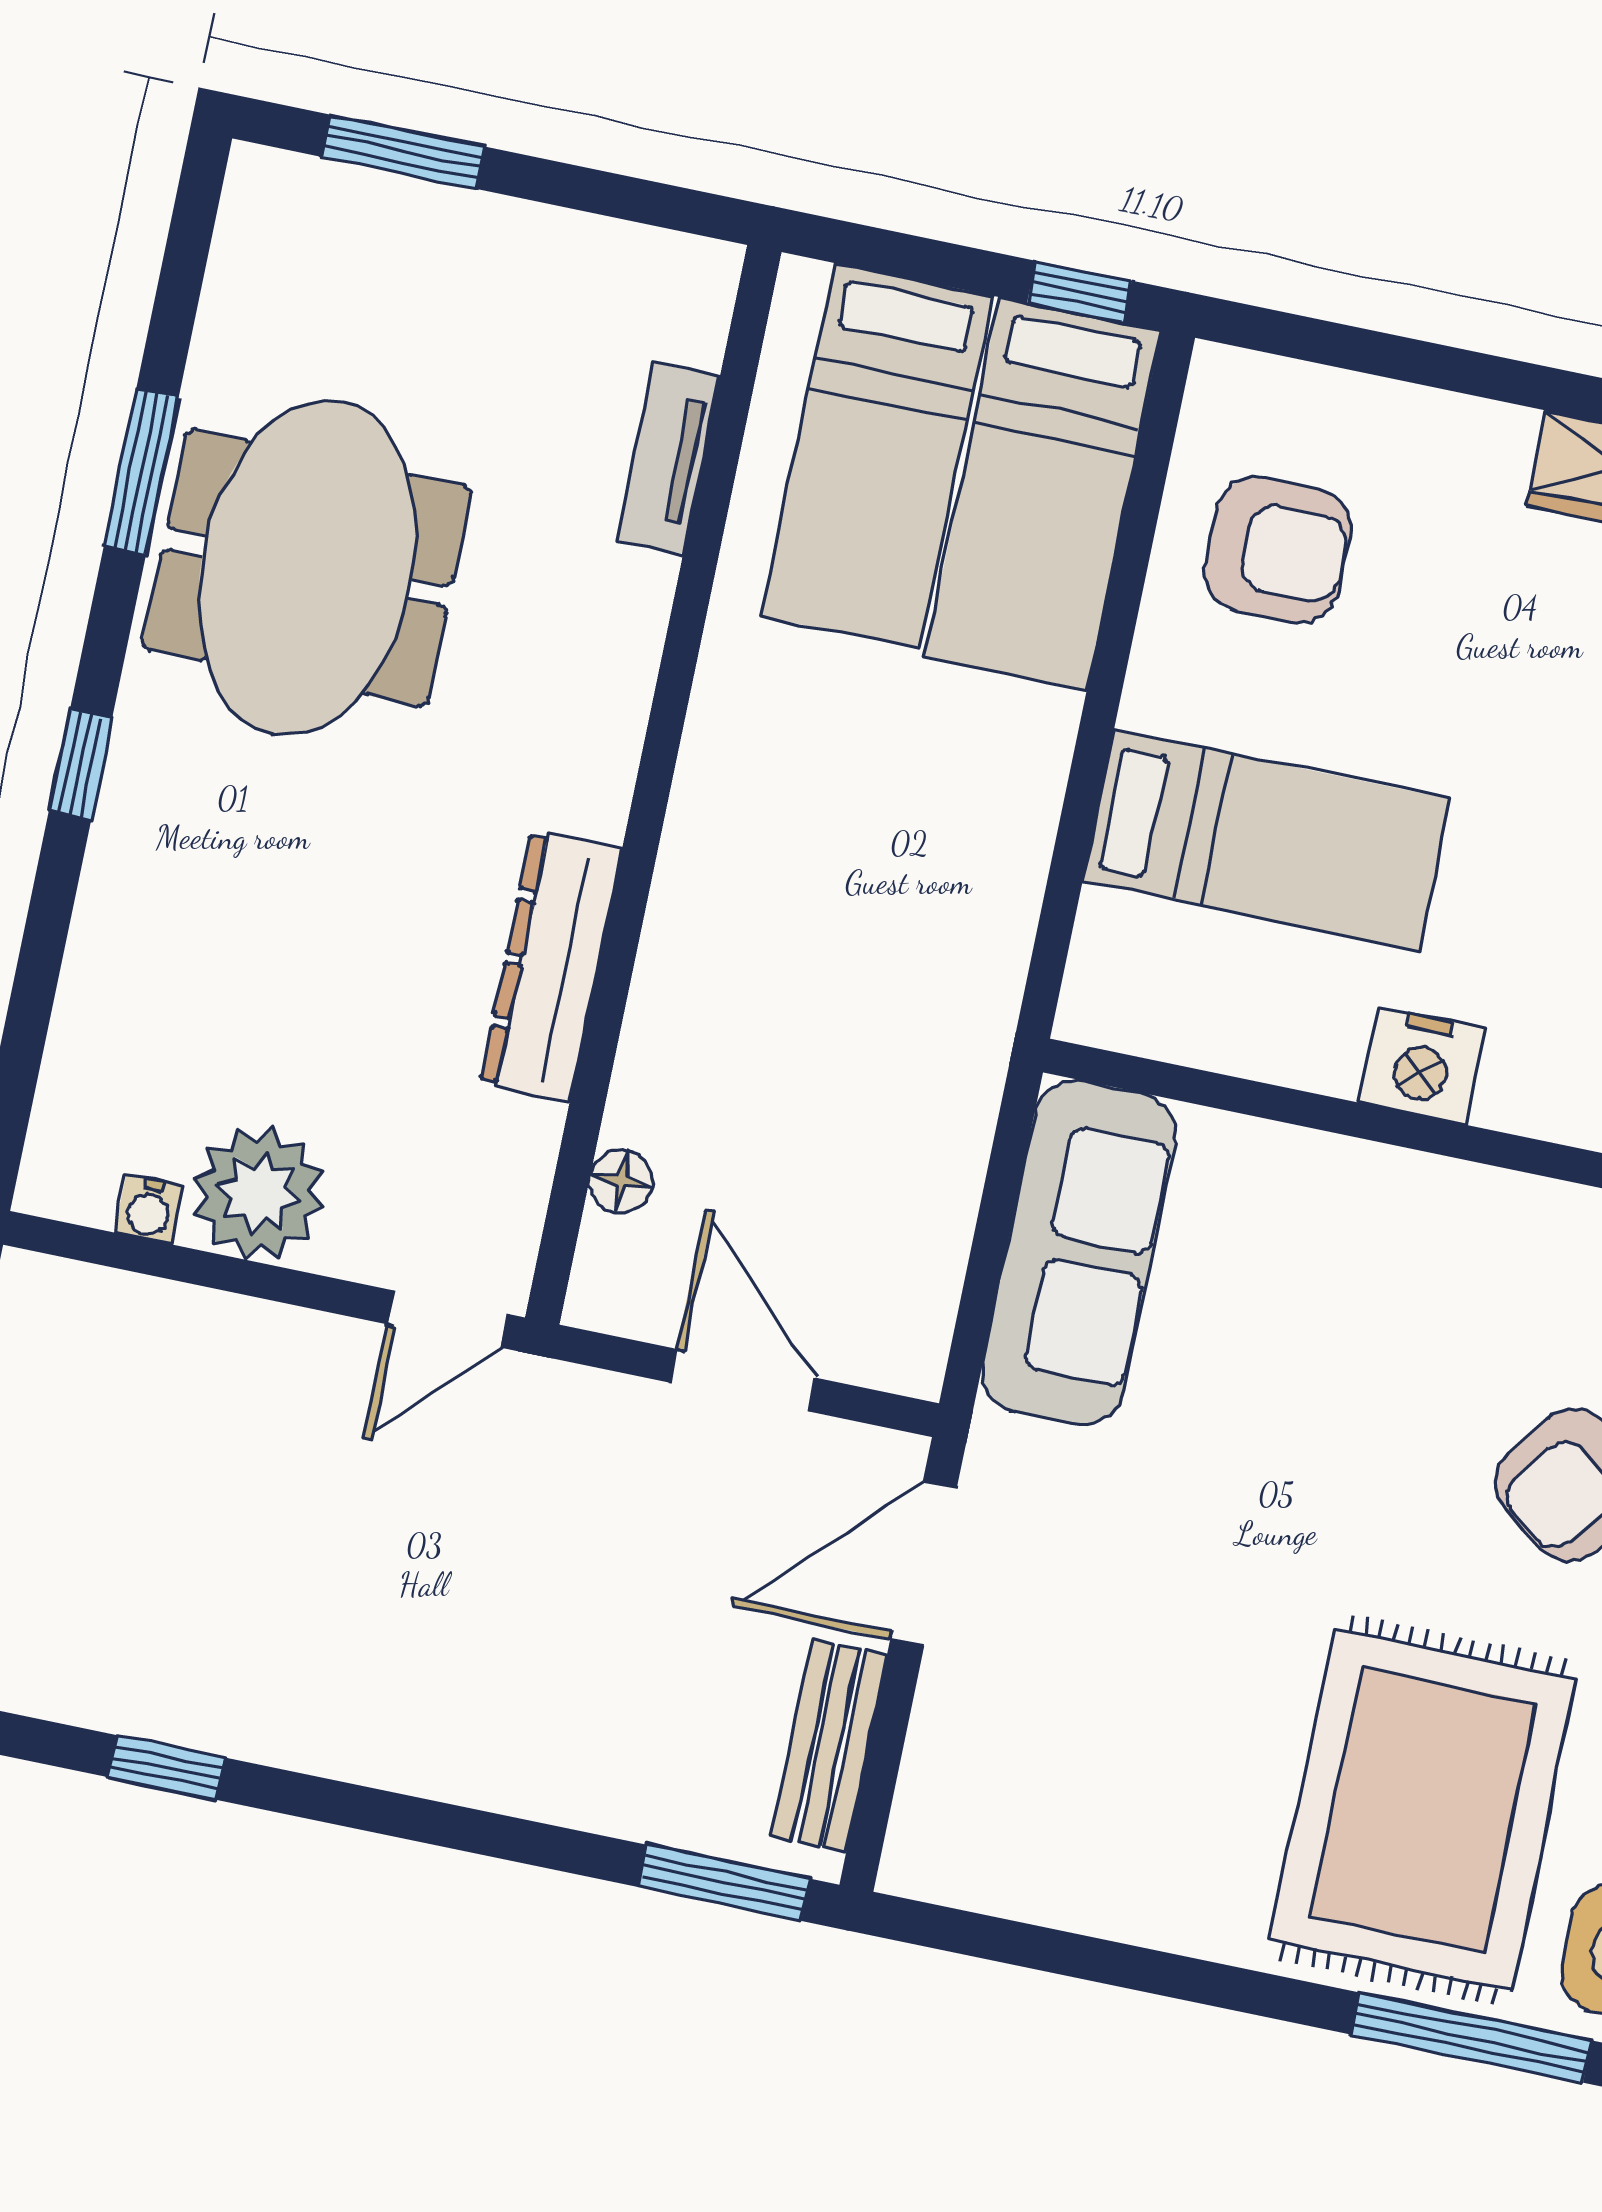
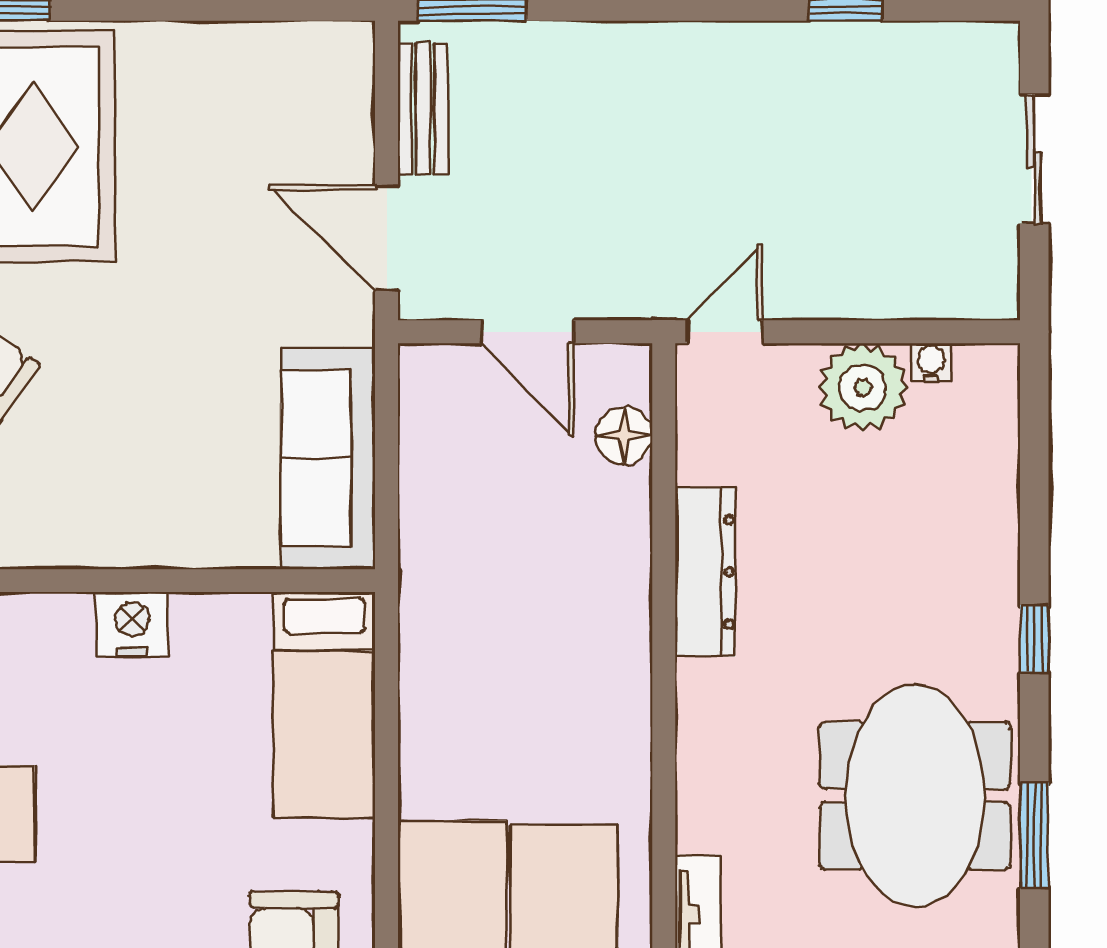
bed: (1267, 840) -> (324, 705), moved, turned -90
floor lamp: (621, 1181) -> (624, 436), width x1.37, depth x1.37
door: (924, 1564) -> (387, 238), swing flipped

